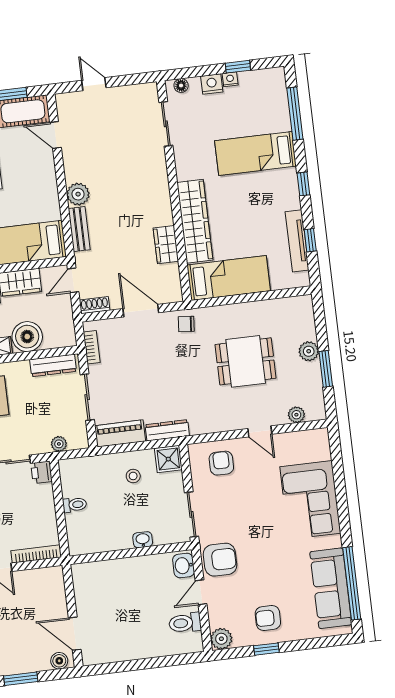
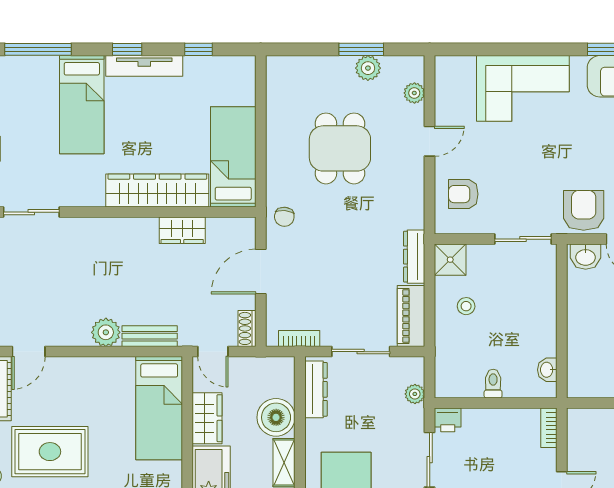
tv unit: (297, 241) -> (144, 66), moved
plant: (309, 351) -> (368, 68), moved
washbasin: (143, 540) -> (547, 370), moved
bookcase: (36, 554) -> (549, 428), width x0.64

